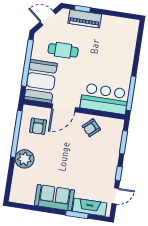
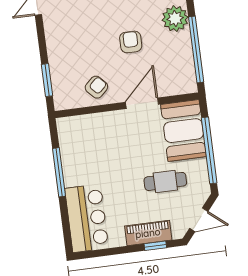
window: (131, 93) -> (59, 172), moved
bar counter: (104, 99) -> (87, 218), moved, turned -90
armchair: (38, 126) -> (131, 42), moved
window: (119, 173) -> (41, 36), removed

